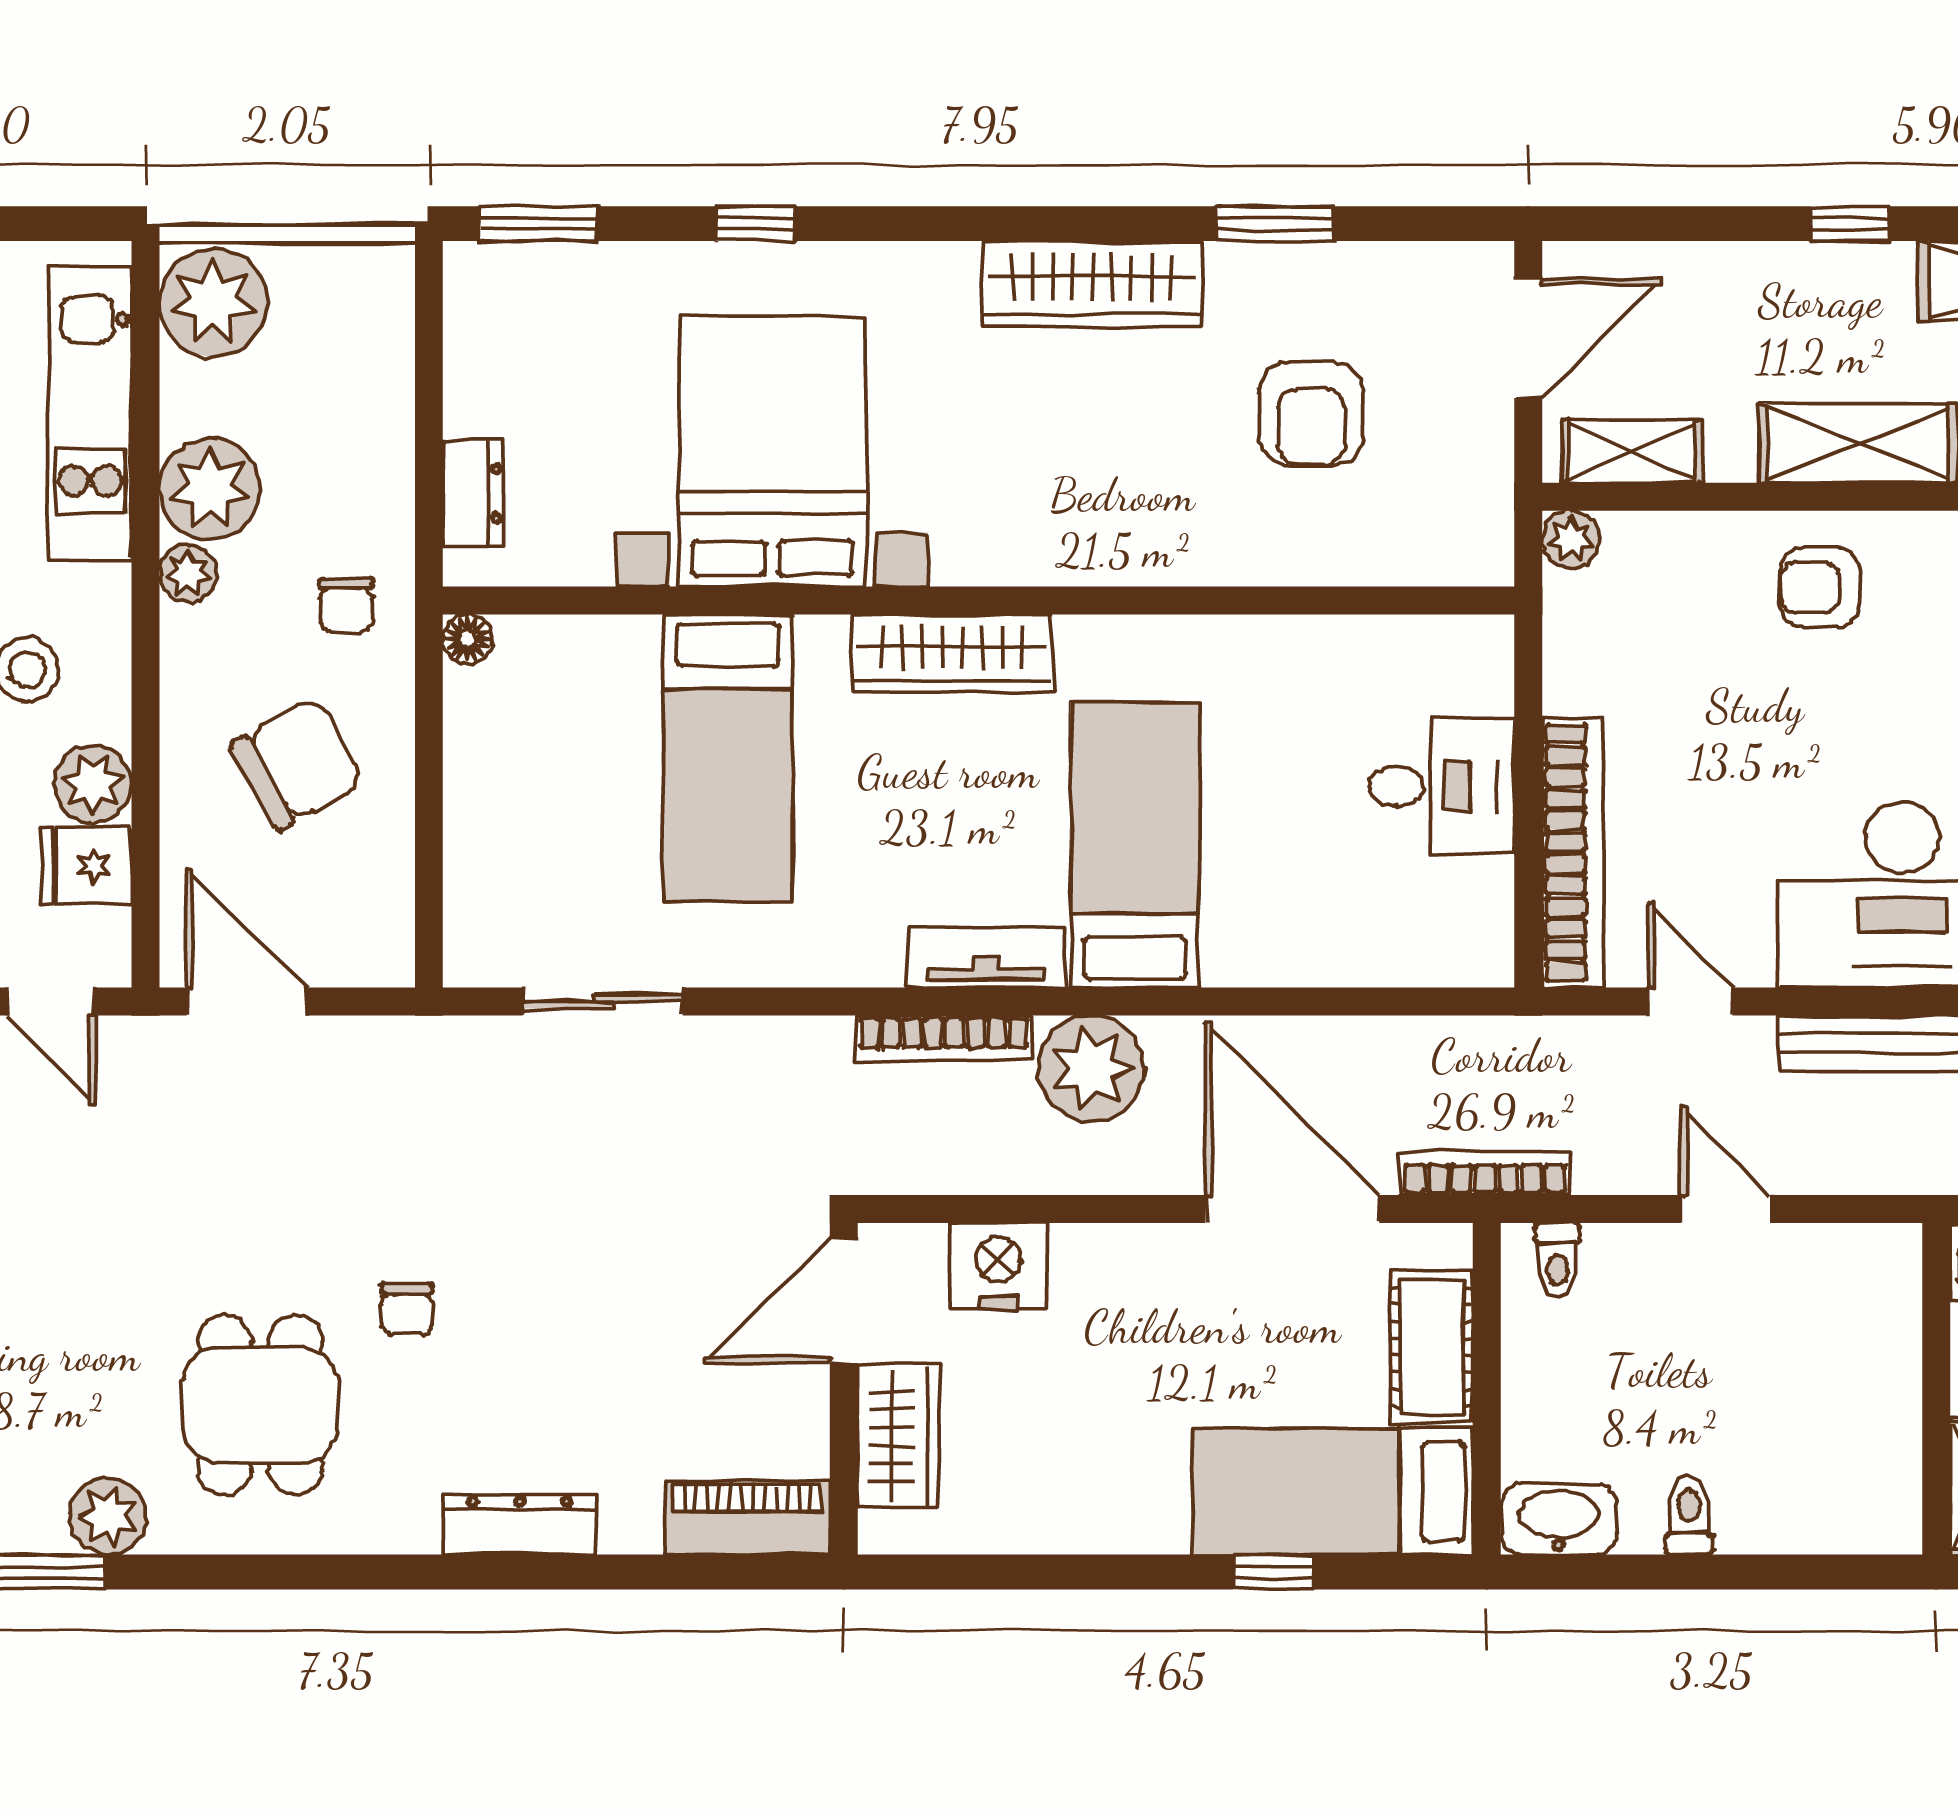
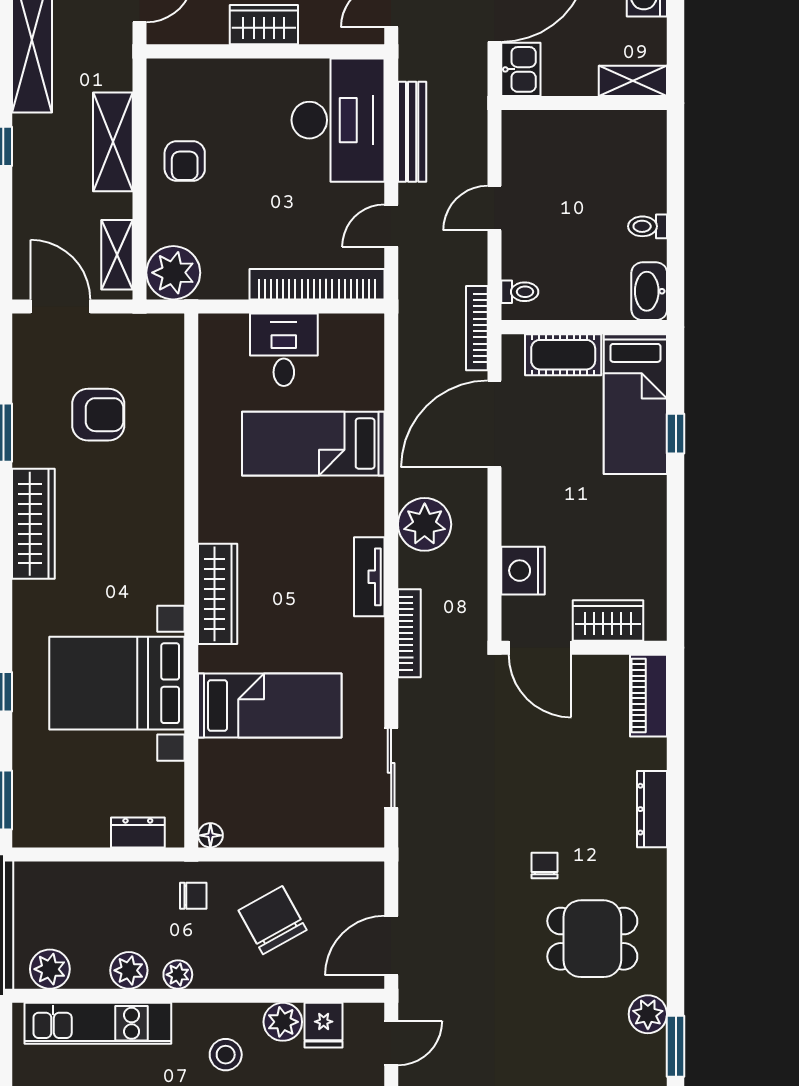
plant: (213, 302) -> (50, 969), width x0.73, depth x0.73
plant: (210, 489) -> (129, 970), width x0.73, depth x0.73
plant: (1571, 539) -> (173, 273), width x1.88, depth x1.88
bed: (1135, 845) -> (313, 444), moved
bookcase: (944, 1038) -> (409, 633), moved
chair: (407, 1309) -> (545, 865), turned -90

